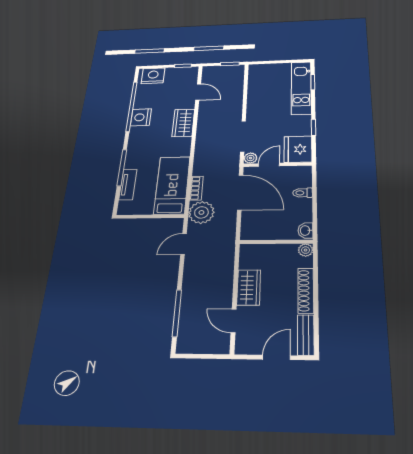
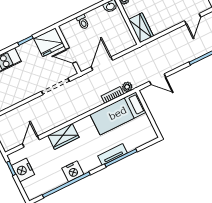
nightstand: (153, 76) -> (23, 170), moved
plant: (250, 158) -> (71, 71), removed
tv unit: (128, 185) -> (113, 154), moved
door: (240, 192) -> (102, 64), width x0.73
plant: (201, 212) -> (127, 87), width x0.53, depth x0.53
wardrobe: (249, 287) -> (141, 28), moved, turned 90

